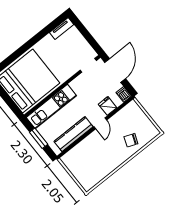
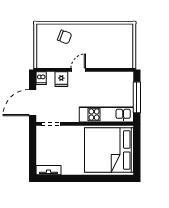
kitchen counter: (74, 134) -> (106, 78), removed
window: (39, 138) -> (137, 97), width x1.44

